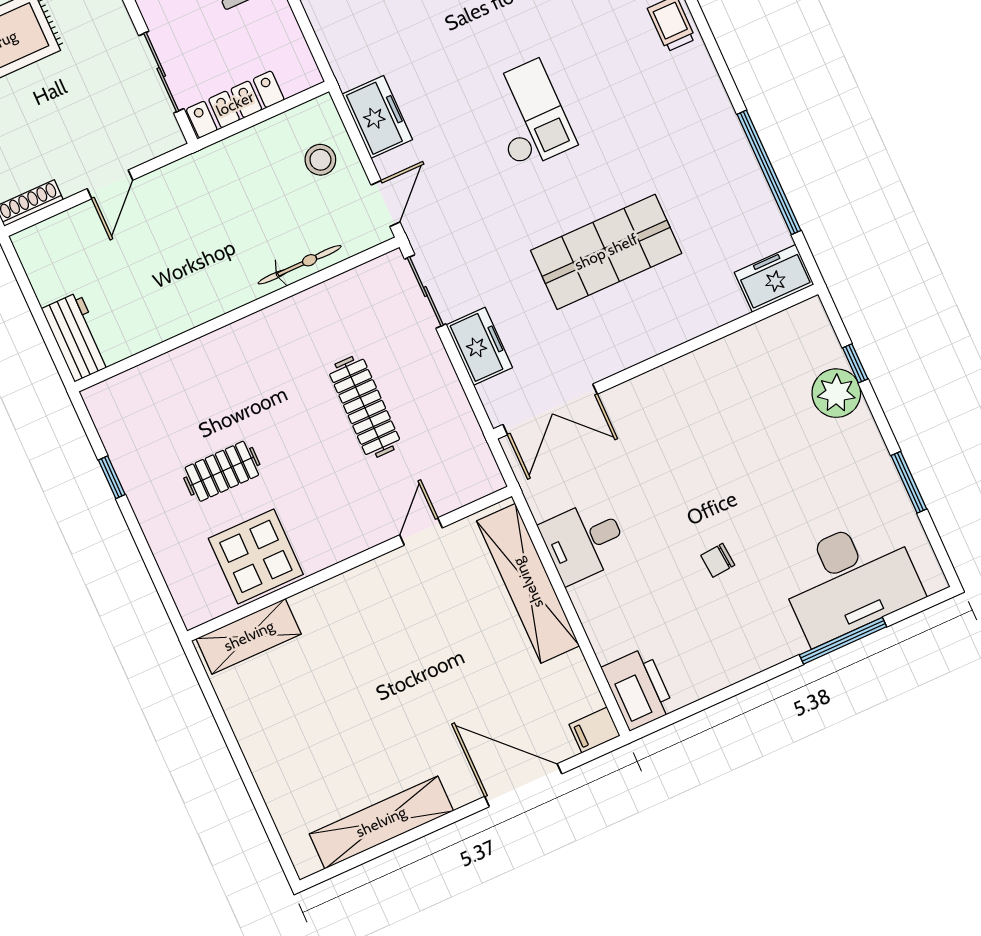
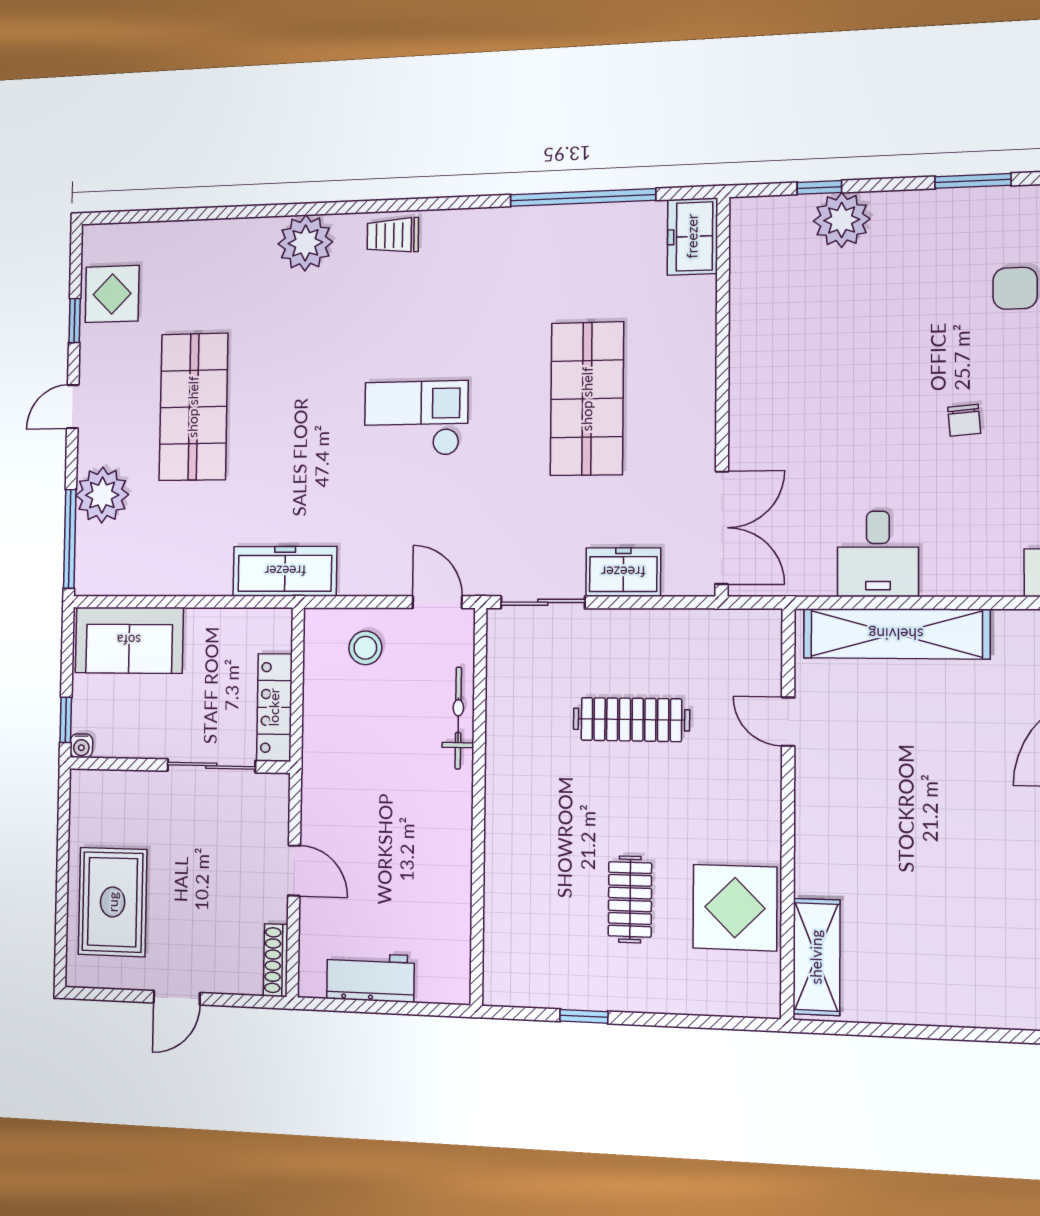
freezer: (377, 117) -> (285, 571), moved, width x1.40
workbench: (77, 337) -> (370, 977), moved

